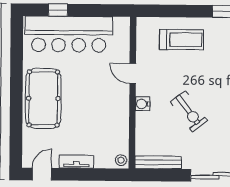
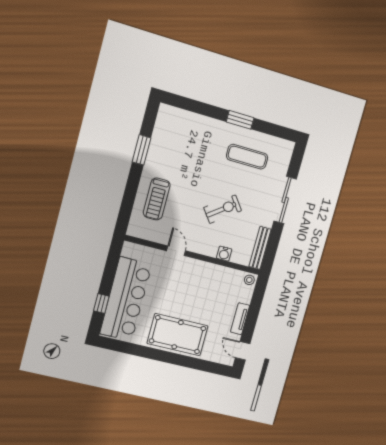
treadmill: (182, 40) -> (157, 199), turned 180
door: (133, 73) -> (176, 251), swing flipped
water cooler: (143, 104) -> (224, 254), moved

